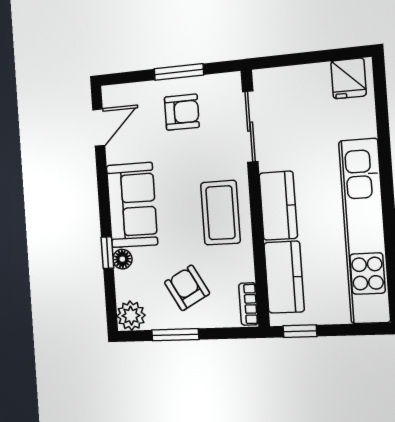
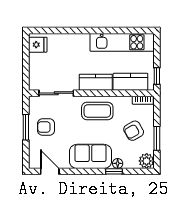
armchair: (182, 112) -> (46, 127), turned -90
kitchen unit: (365, 231) -> (122, 42), width x0.73

